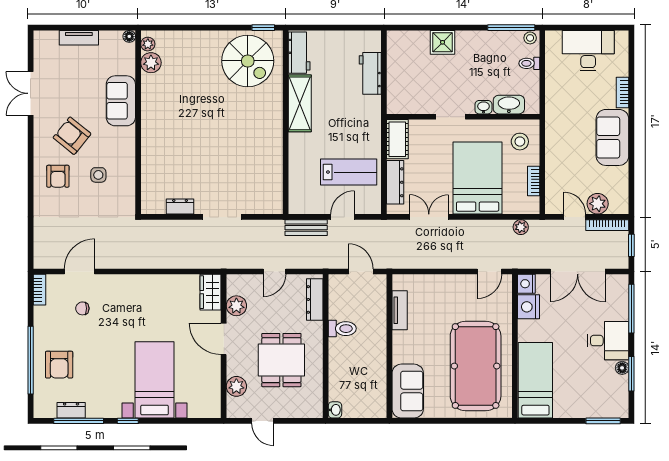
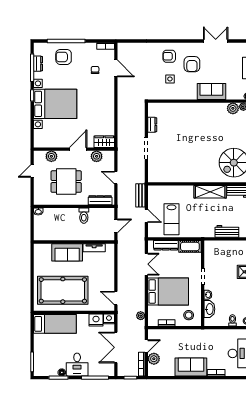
armchair: (72, 136) -> (192, 64), turned 141
bed with nightstands: (155, 380) -> (55, 104), width x1.36
sofa: (408, 391) -> (67, 252), moved

